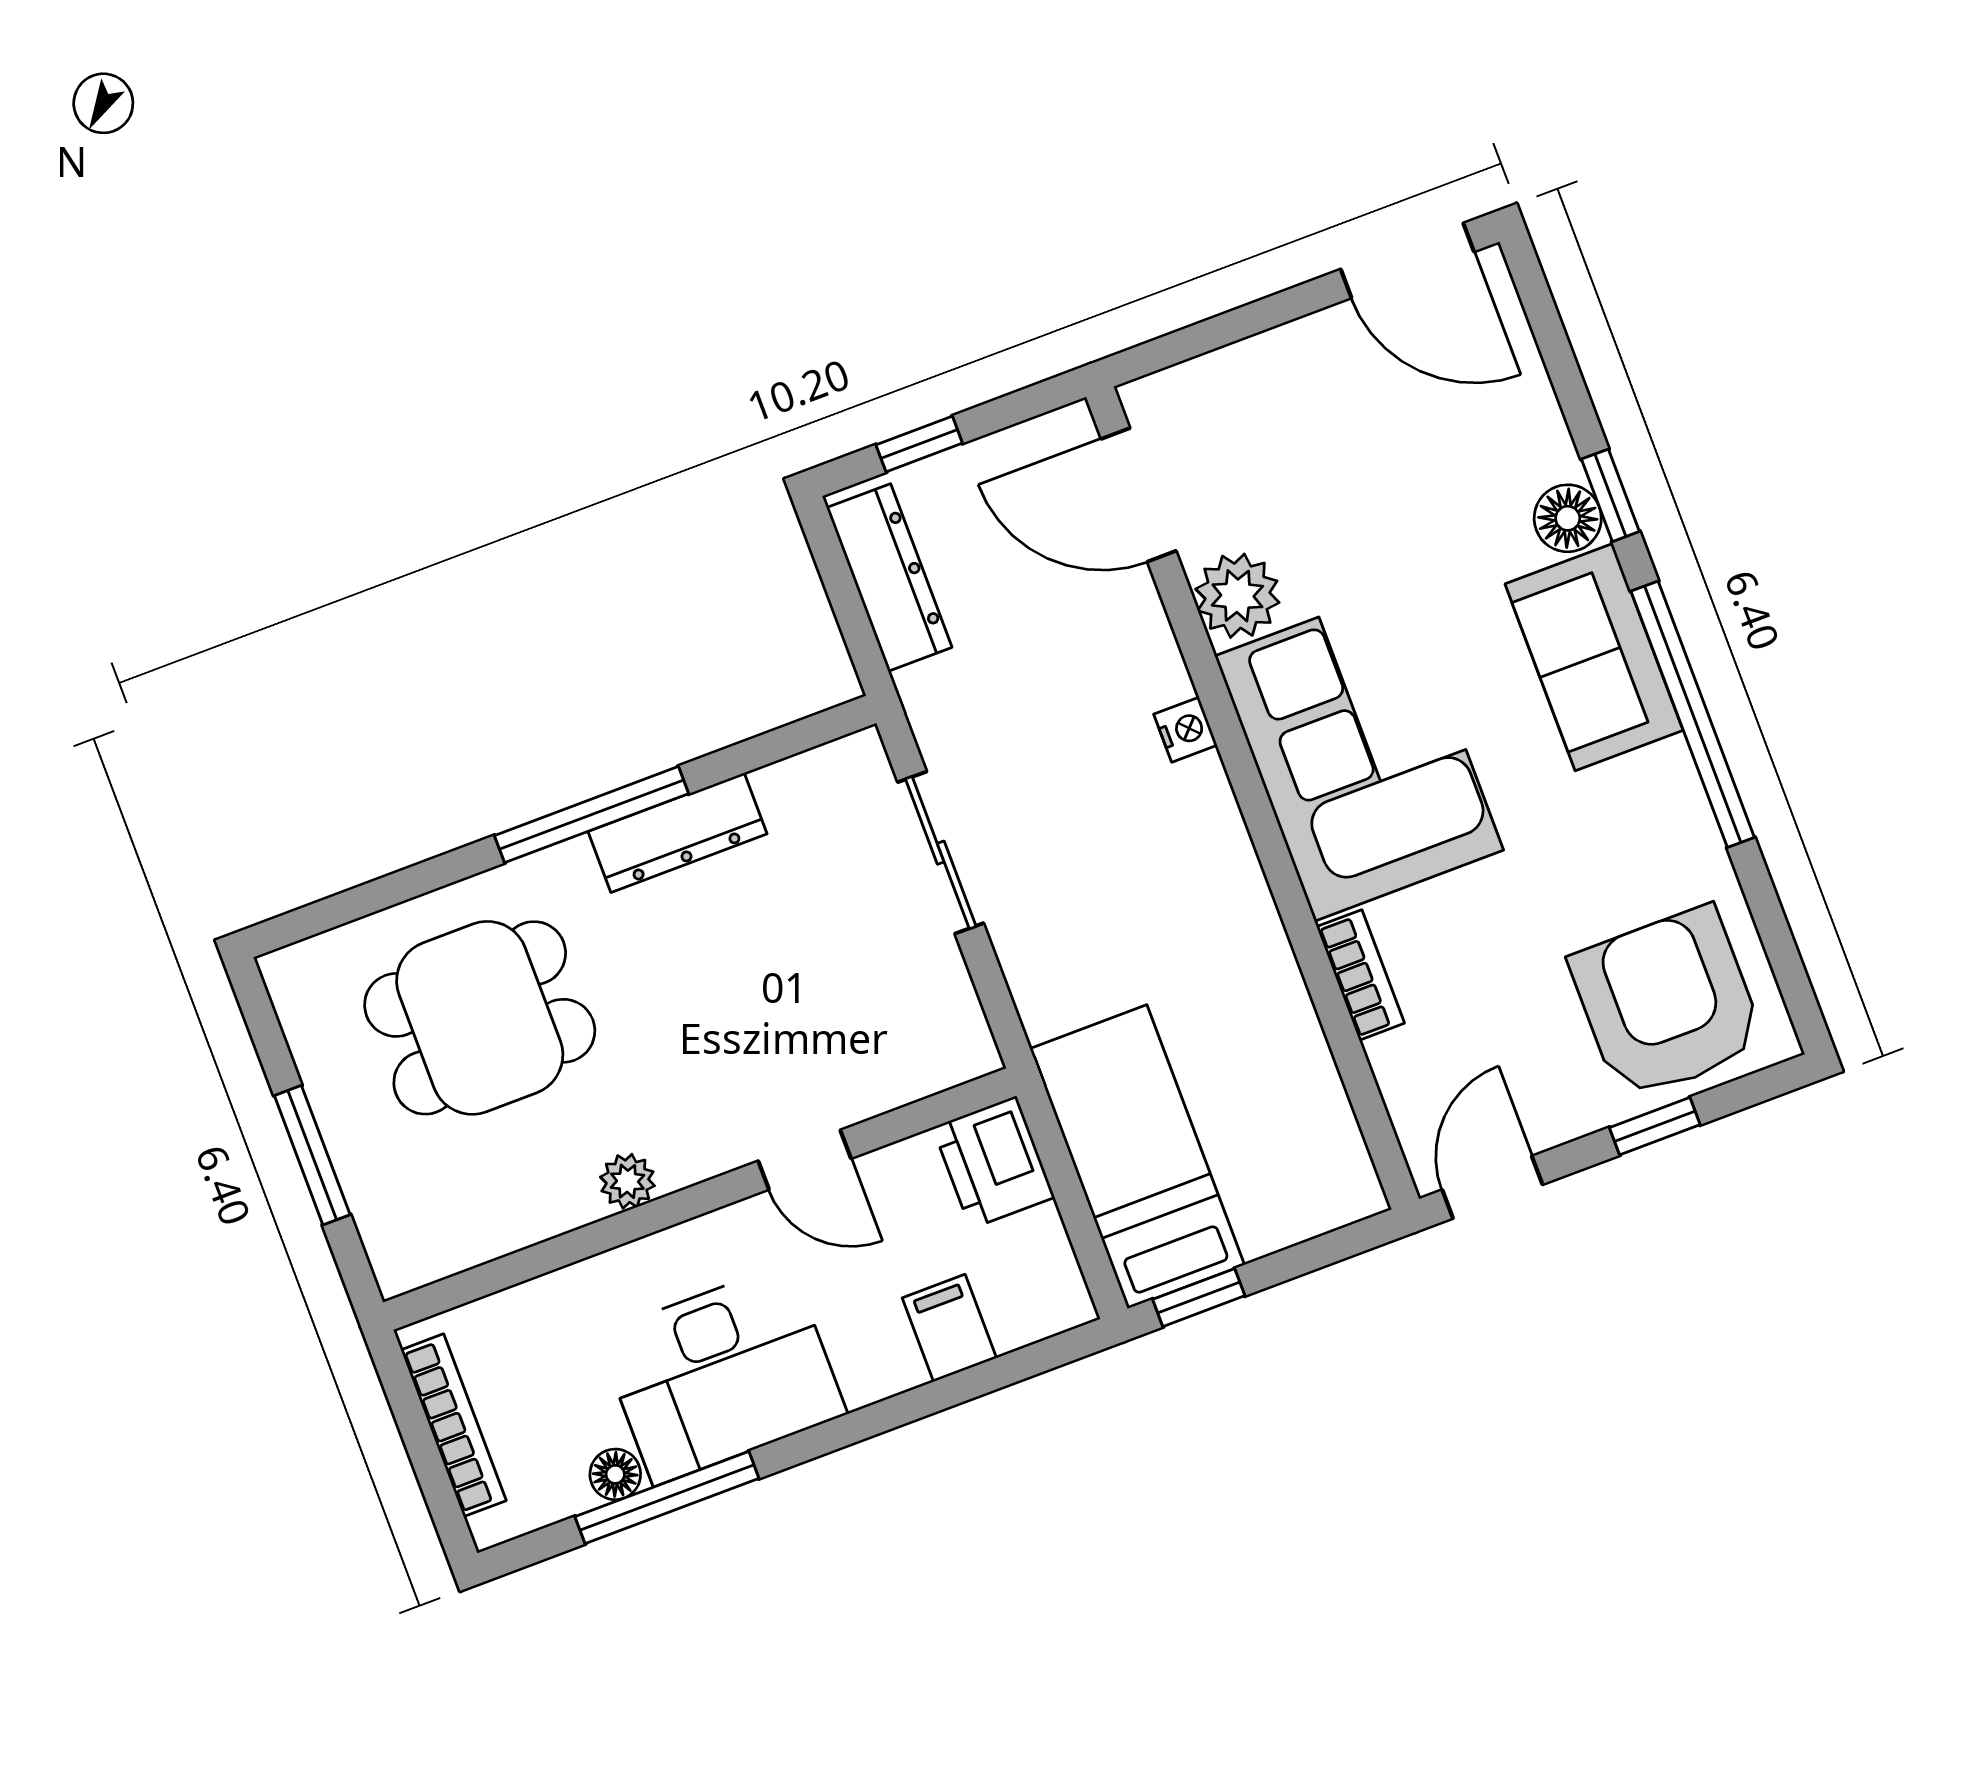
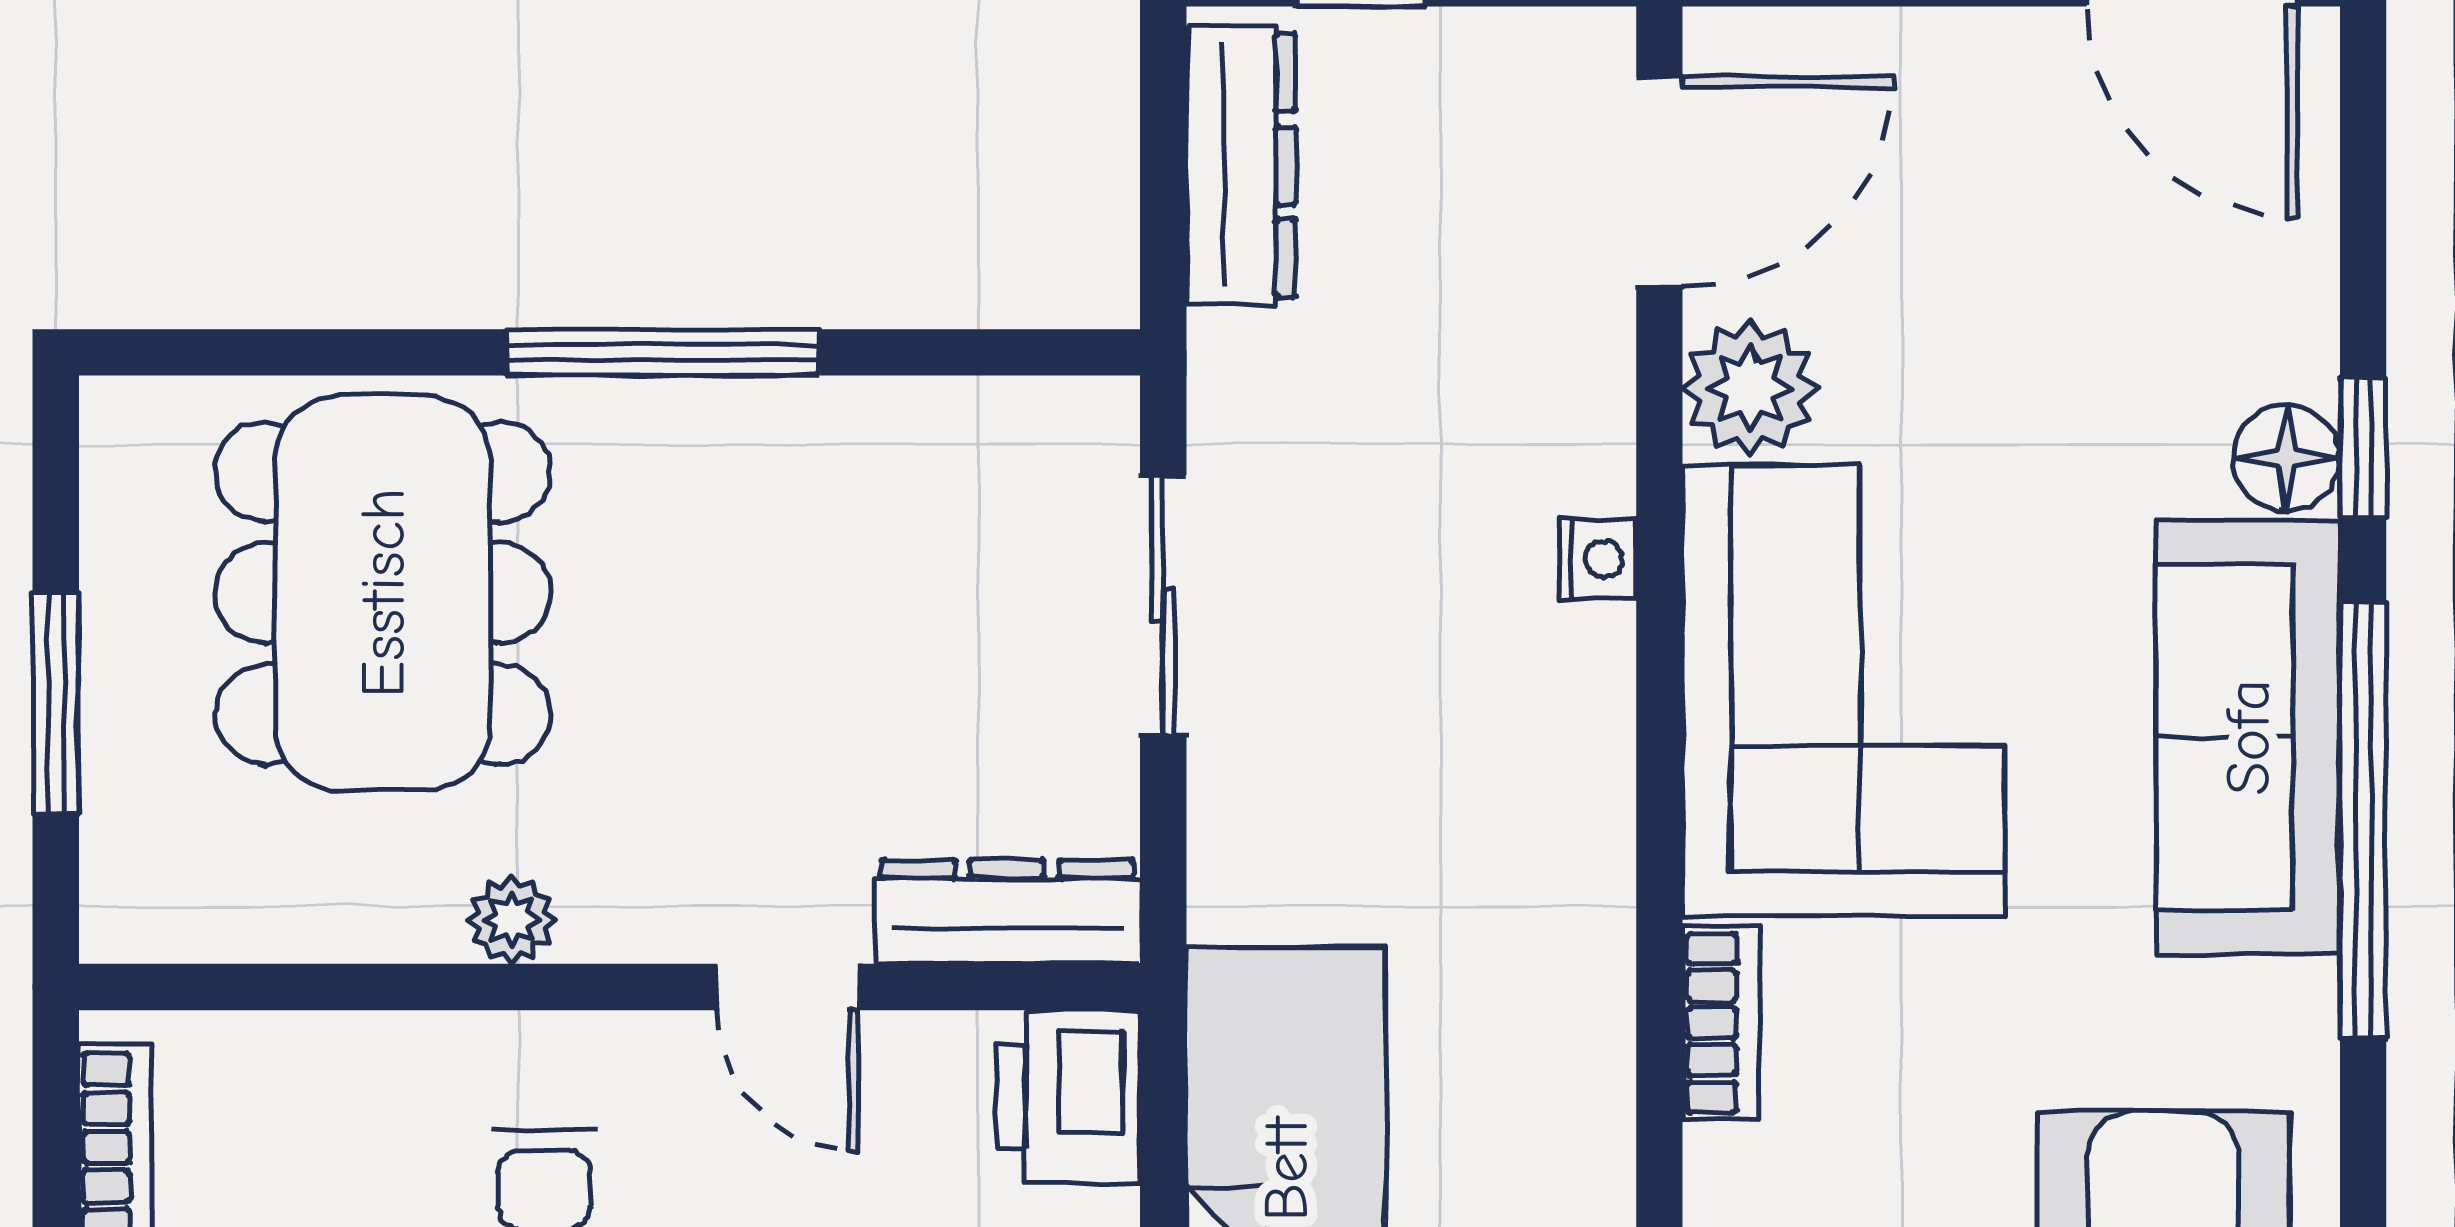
door: (1139, 495) -> (1659, 182), swing flipped
sofa: (1594, 657) -> (2248, 737), width x1.36
dresser: (678, 833) -> (1007, 912), moved, turned 180
dining table: (480, 1018) -> (383, 593), width x1.38

